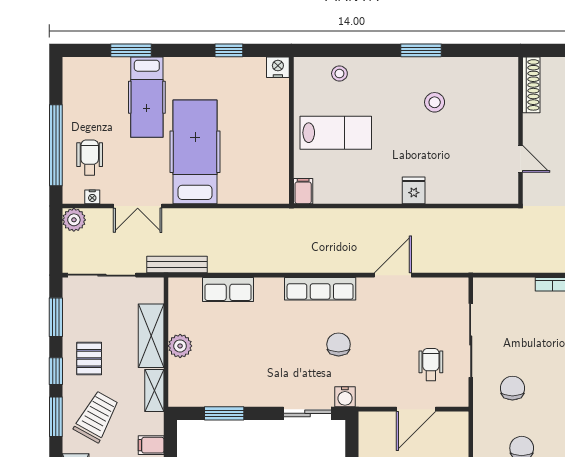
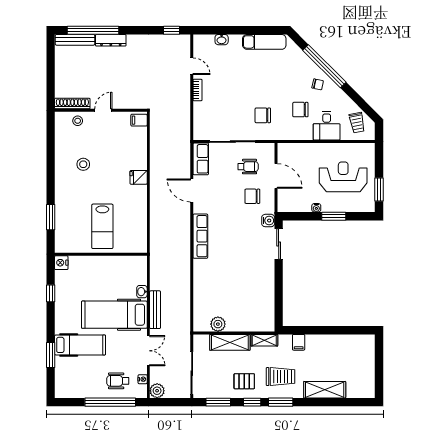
window: (421, 50) -> (51, 217), moved
stool: (339, 74) -> (78, 121), moved
lab bench: (336, 133) -> (102, 226), turned 180
door: (520, 159) -> (103, 110), moved
filing cabinet: (303, 191) -> (139, 120), moved
washbasin: (232, 196) -> (142, 292), added
bench: (177, 265) -> (155, 310), moved
row of seats: (228, 289) -> (201, 159), moved
chair: (339, 344) -> (252, 196), moved
plant: (180, 346) -> (218, 324), moved
wheelchair: (431, 364) -> (248, 167), turned 180
window: (224, 413) -> (279, 296), removed
trolley: (97, 417) -> (281, 377), turned 151

